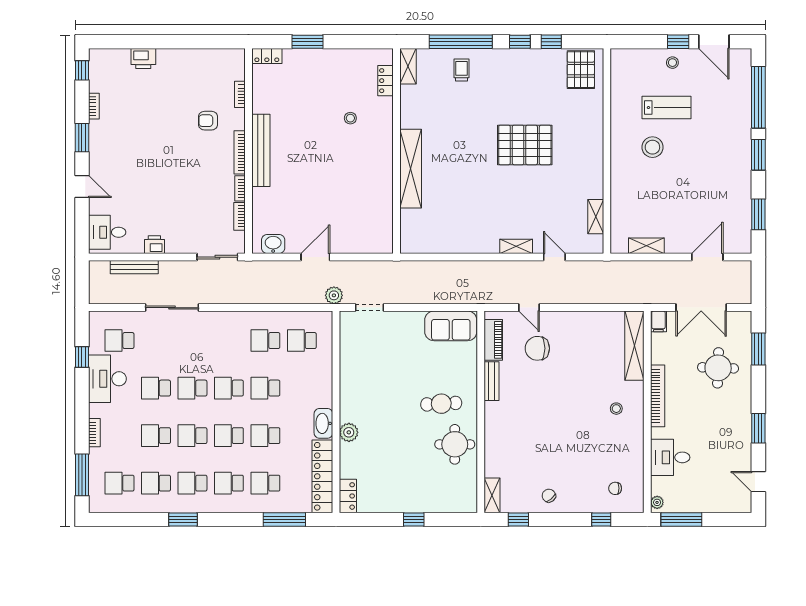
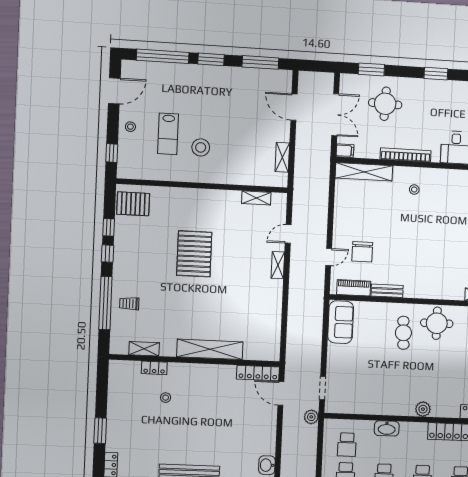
window: (678, 42) -> (112, 153), moved
shelving: (408, 66) -> (144, 349), moved
locker: (386, 81) -> (154, 368), moved
lab bench: (666, 108) -> (168, 134), turned 180
window: (758, 214) -> (260, 62), width x1.44
locker: (385, 228) -> (258, 373), added
door: (315, 257) -> (281, 393), moved
washbasin: (323, 423) -> (387, 428), moved

